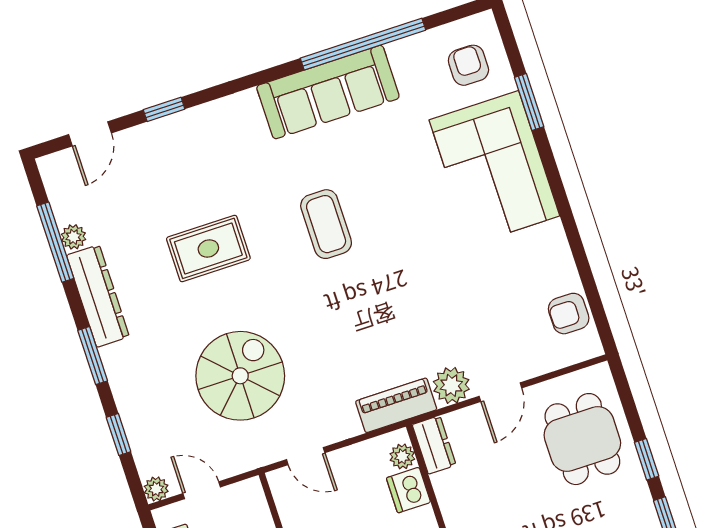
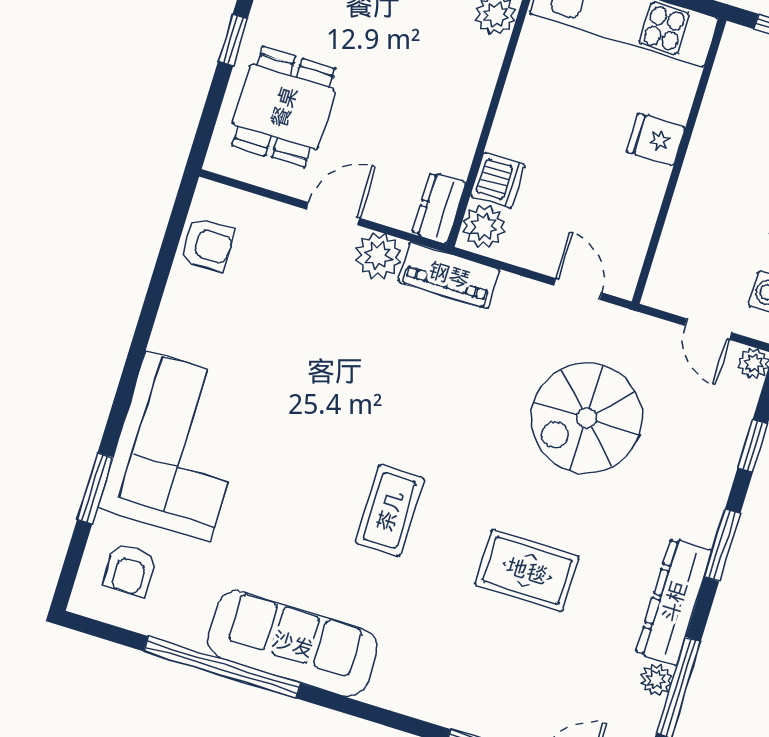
plant: (402, 456) -> (484, 226), width x1.38, depth x1.38

